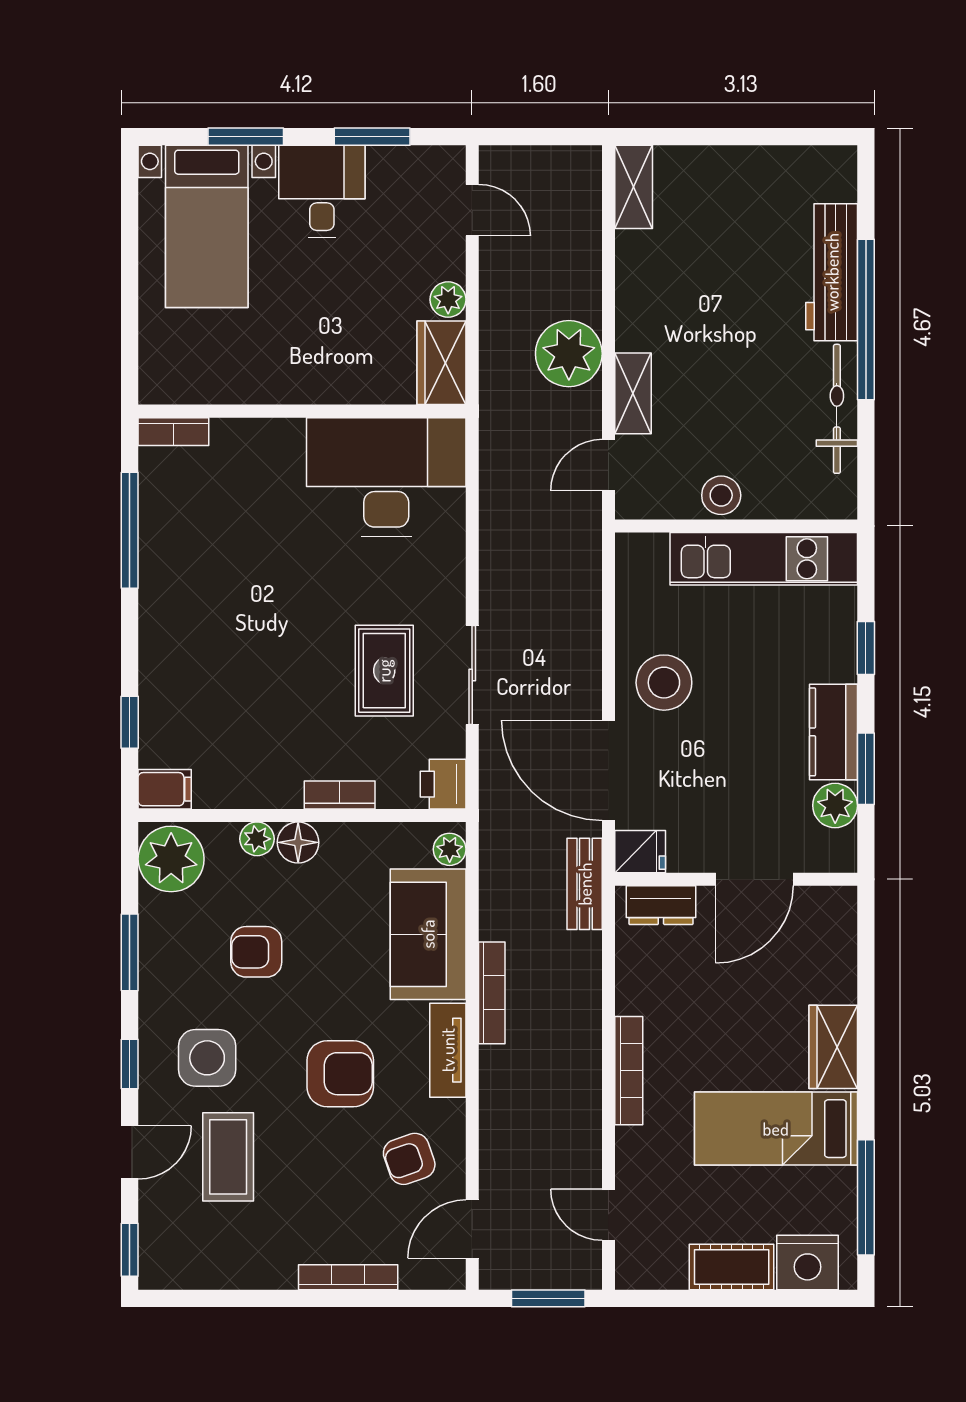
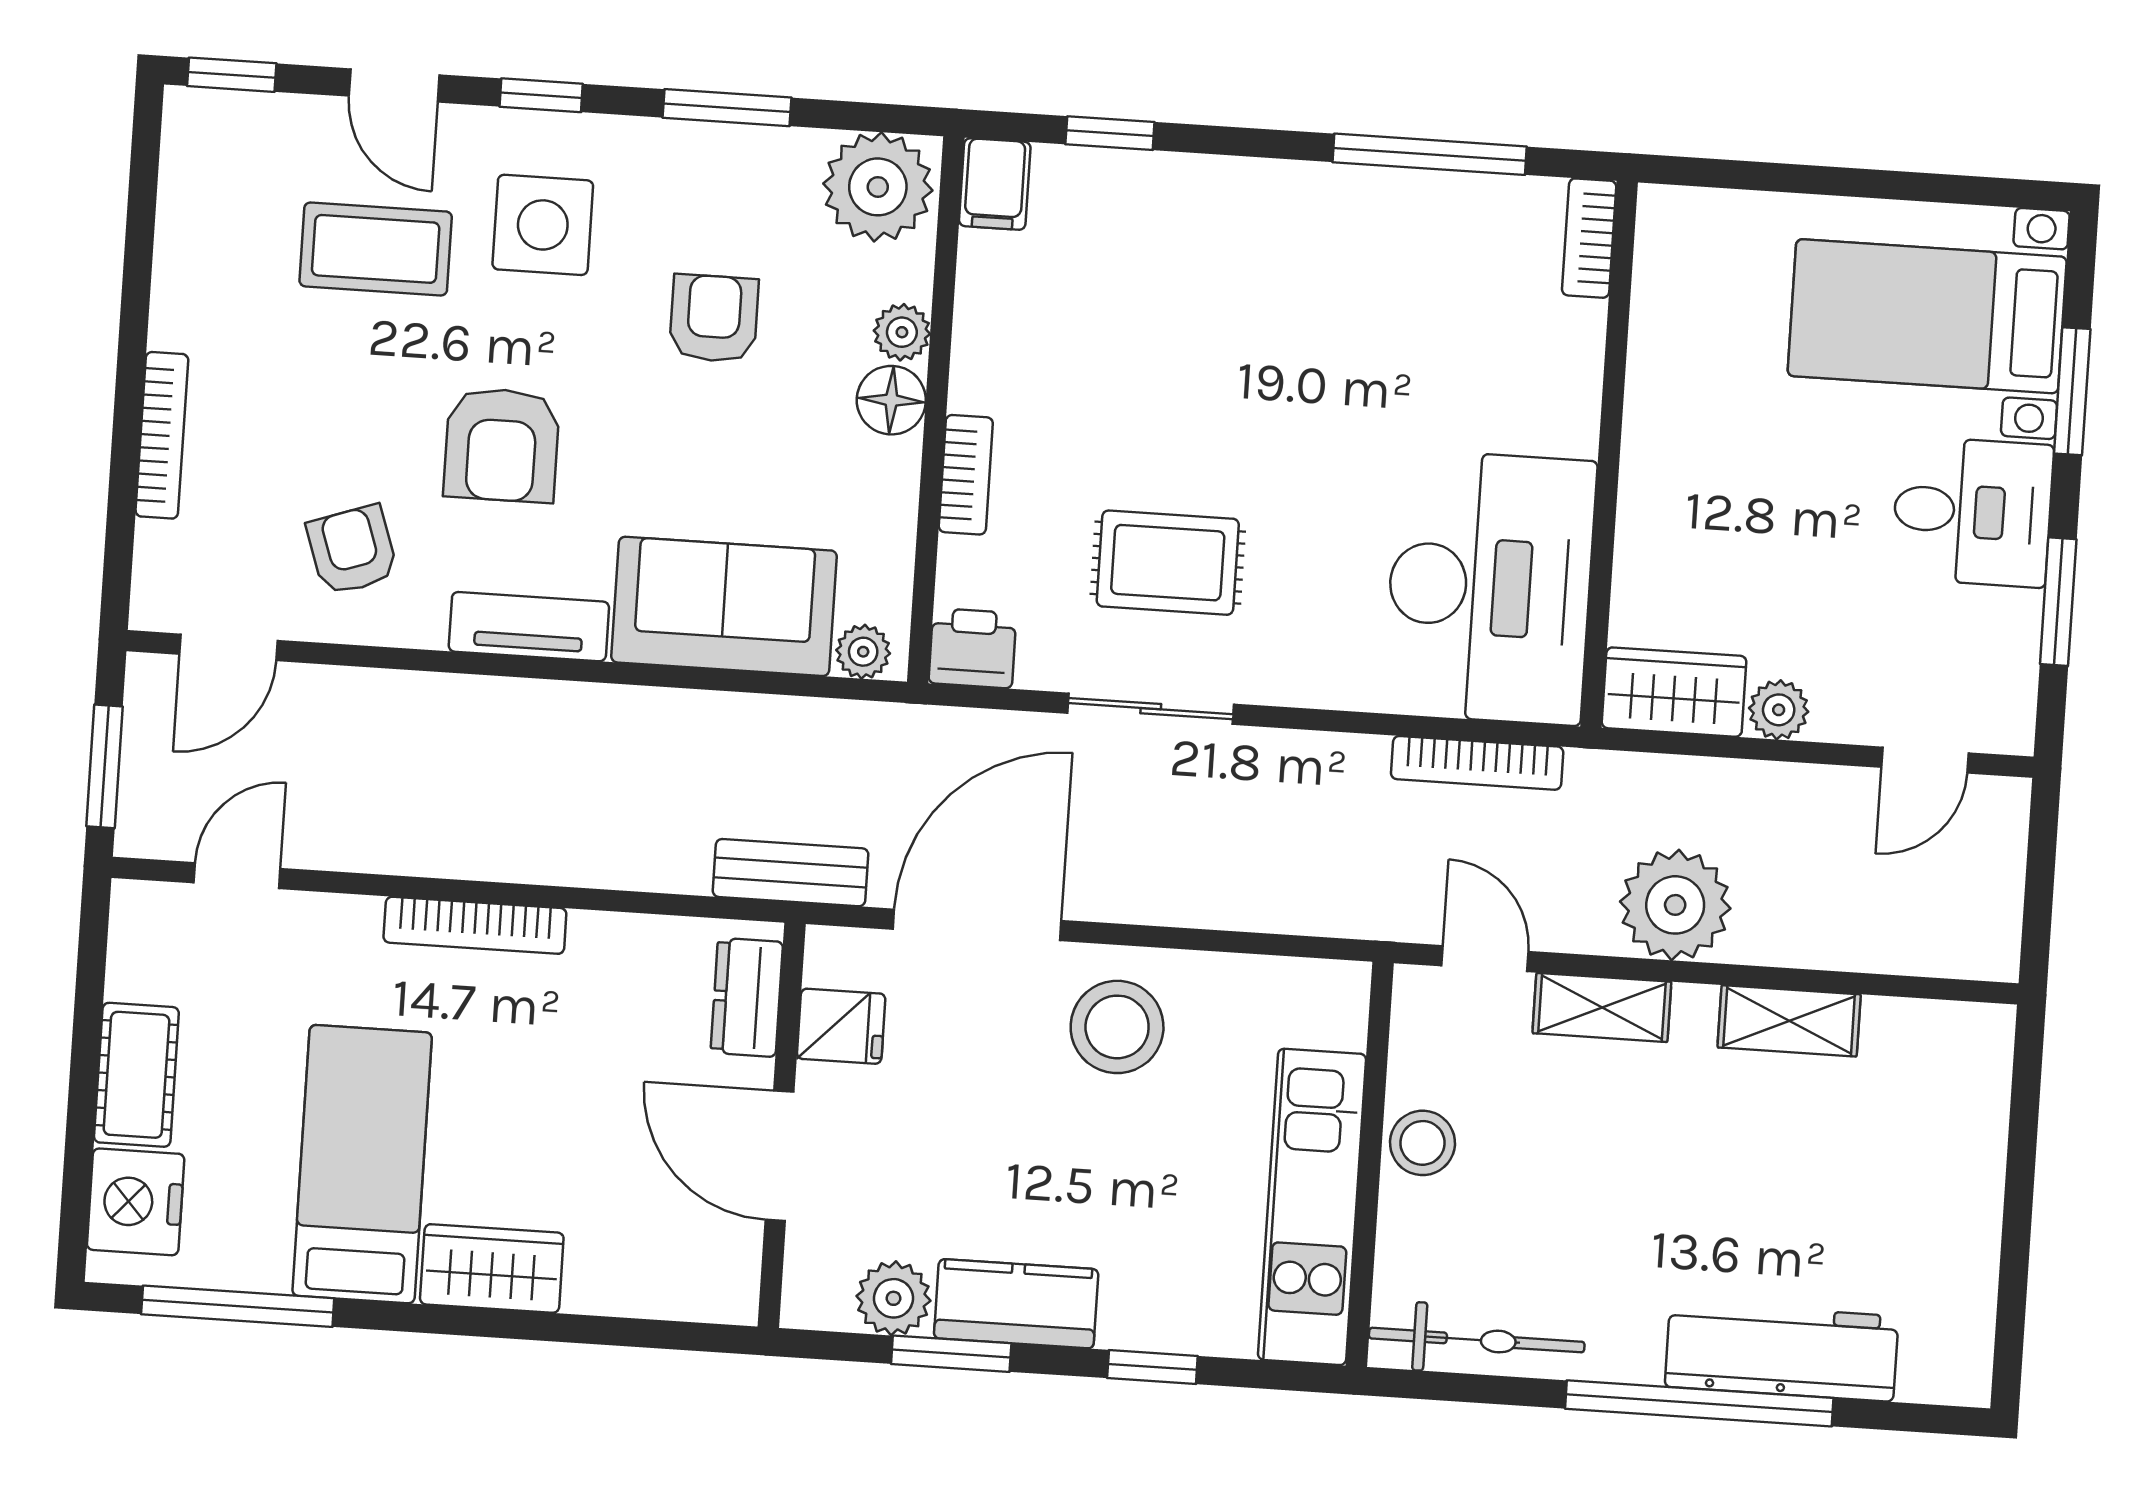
shelving: (634, 187) -> (1789, 1021), moved
bicycle: (837, 409) -> (1477, 1340), moved
fridge: (640, 852) -> (841, 1026), moved, turned -90
bookcase: (492, 993) -> (1477, 763), moved
door: (472, 1229) -> (228, 647), swing flipped

